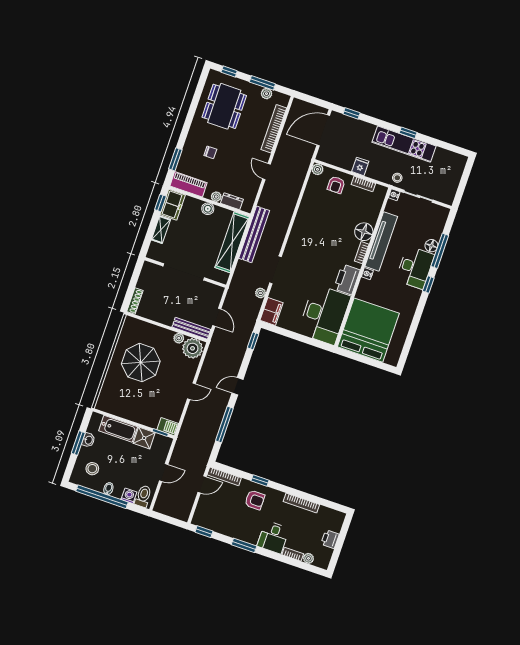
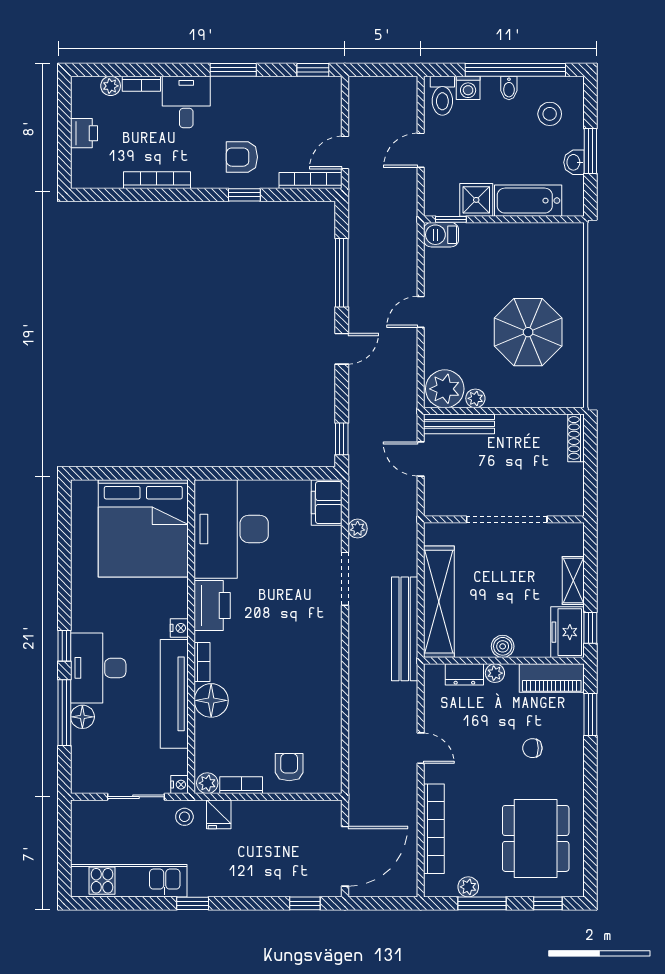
kitchen unit: (404, 144) -> (129, 881), moved
fridge: (360, 166) -> (219, 814), moved
plant: (318, 169) -> (207, 783), moved

